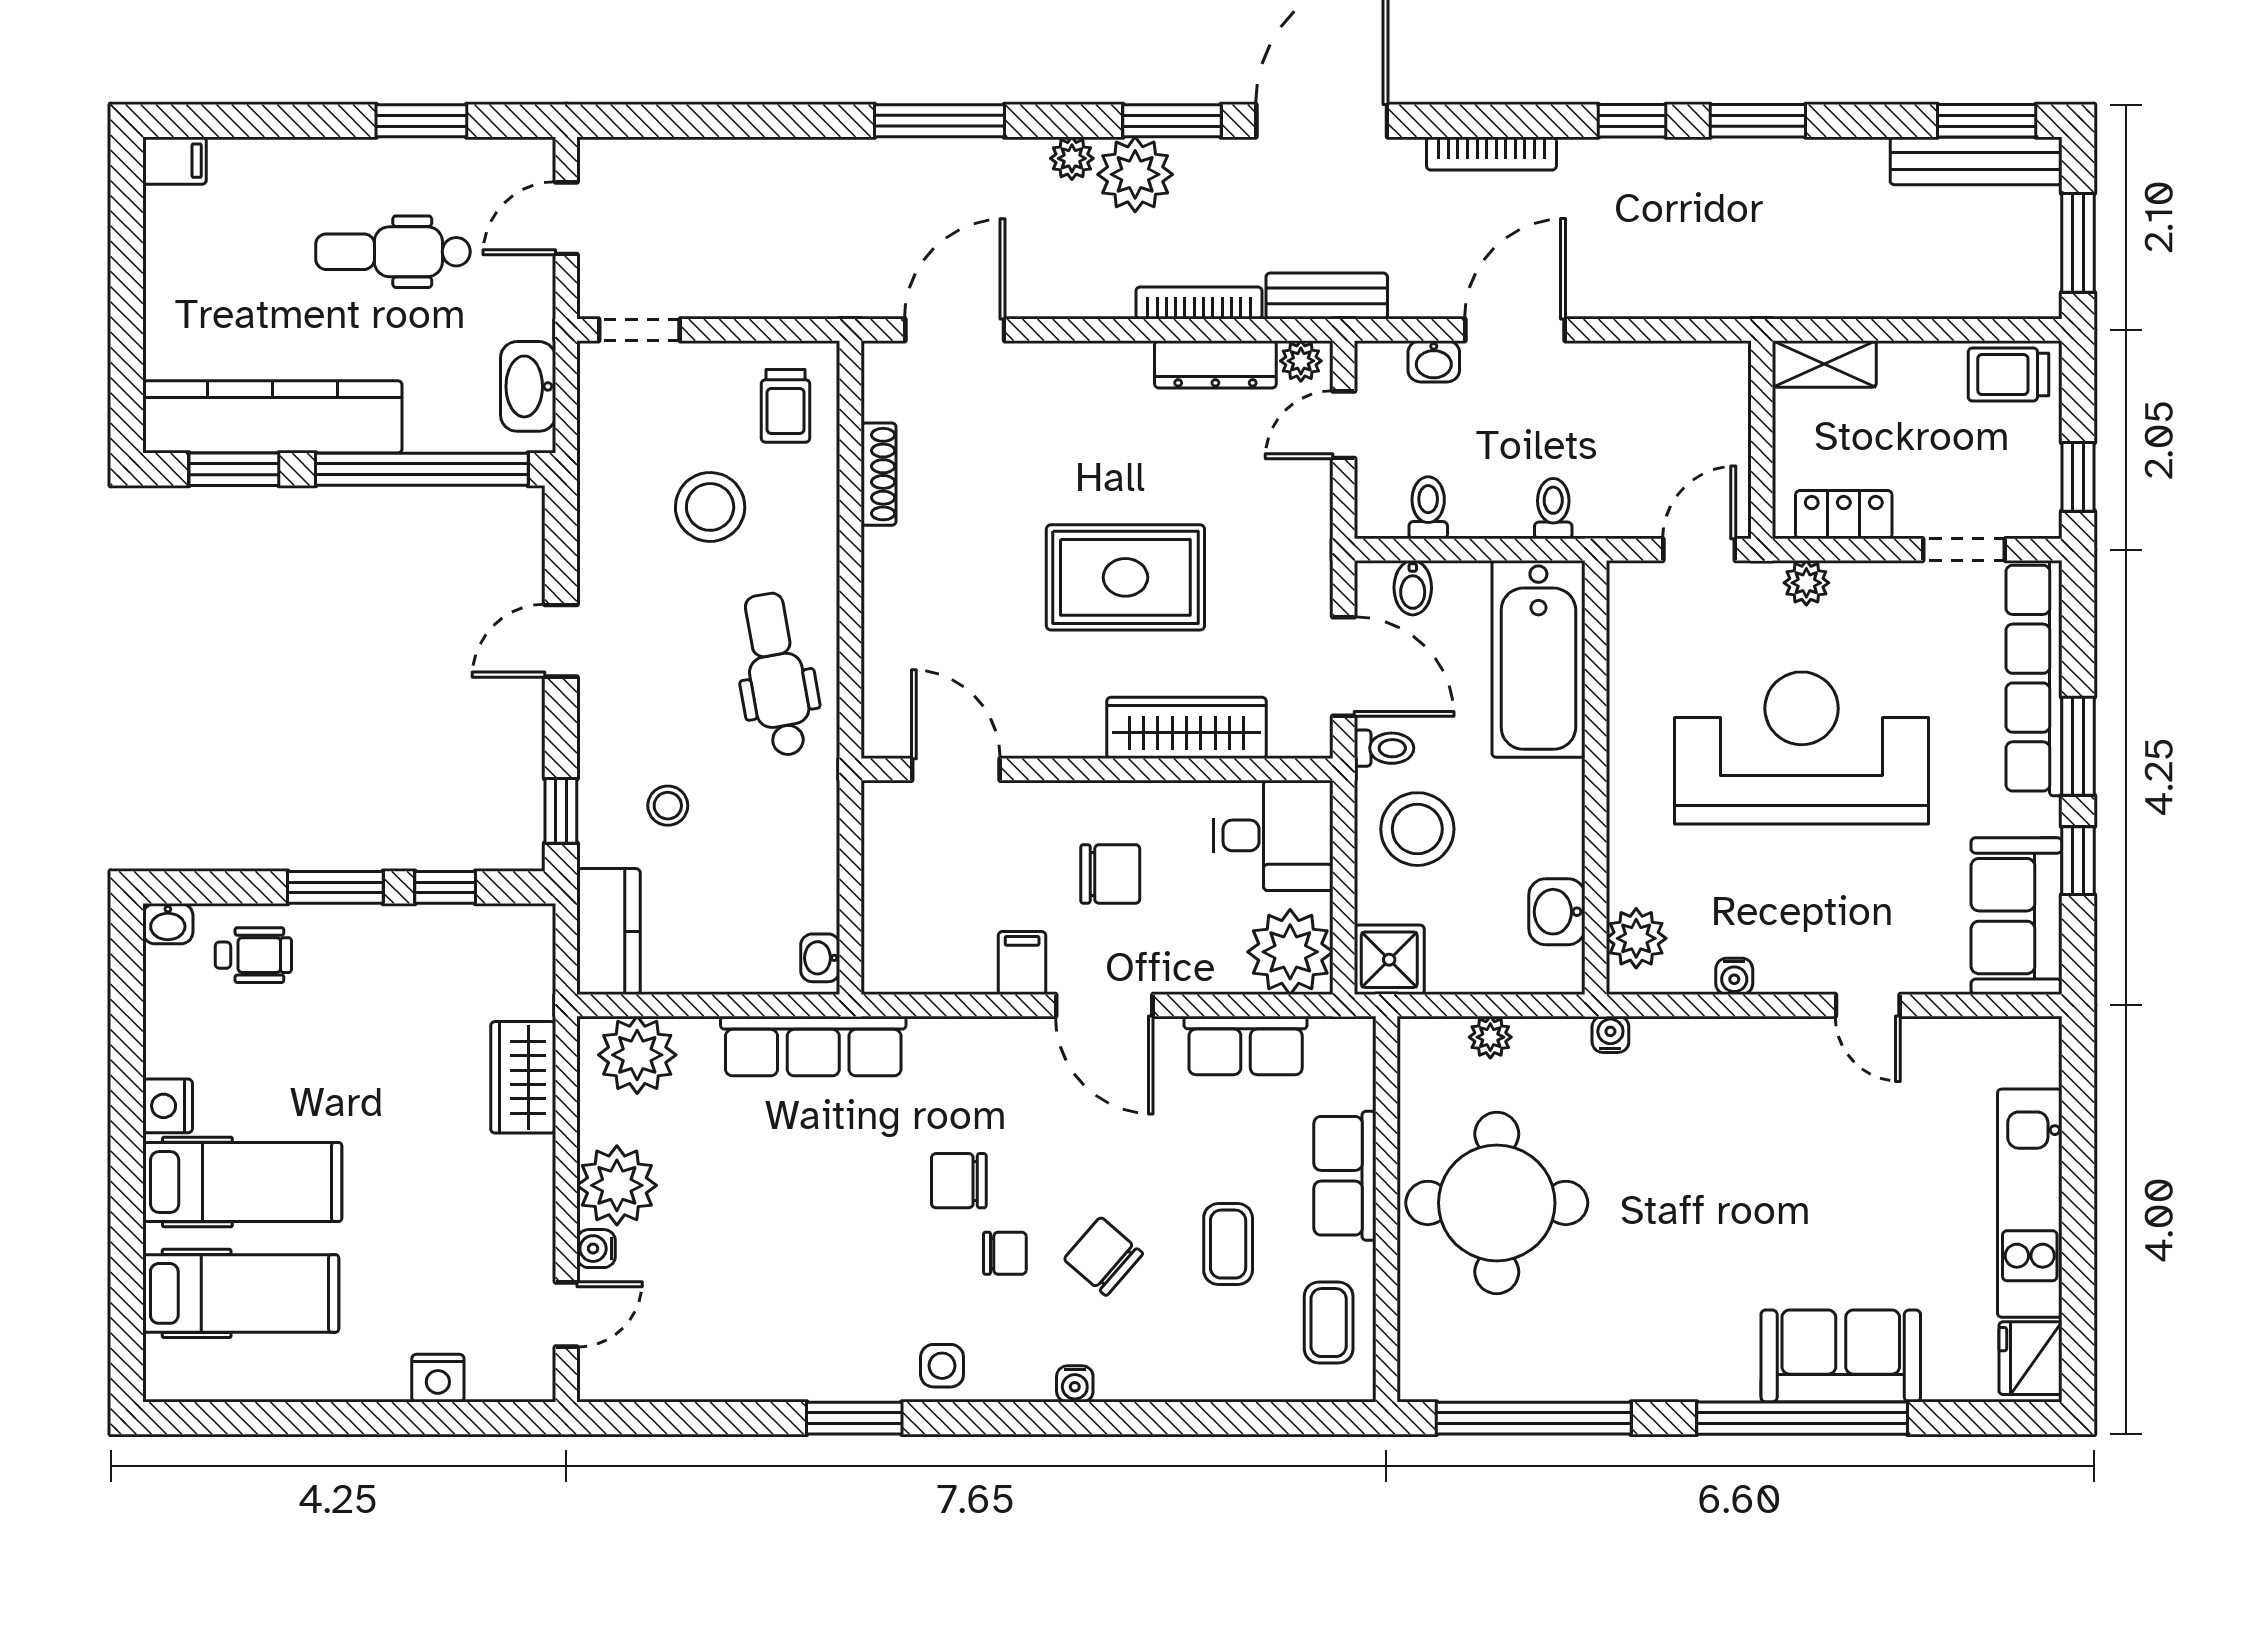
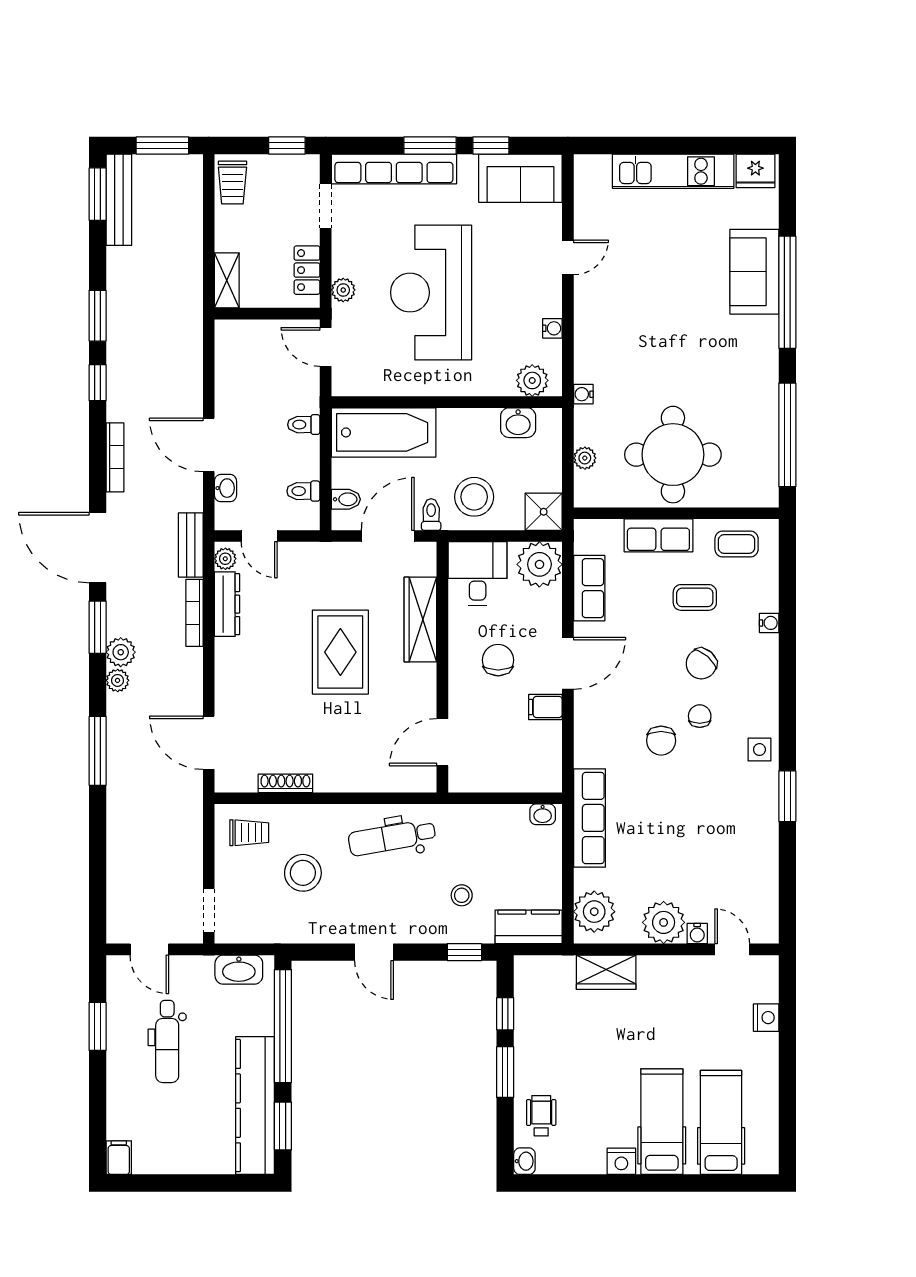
plant: (1135, 174) -> (121, 652), width x0.73, depth x0.73
water cooler: (1075, 1384) -> (769, 623), moved

